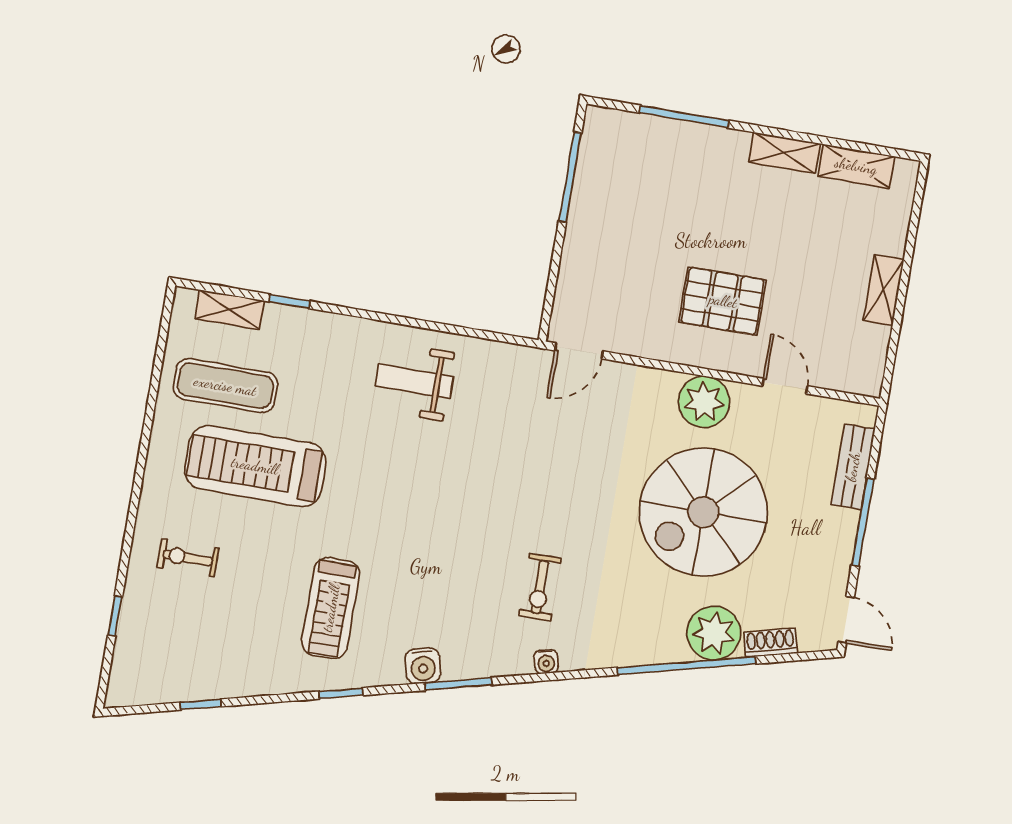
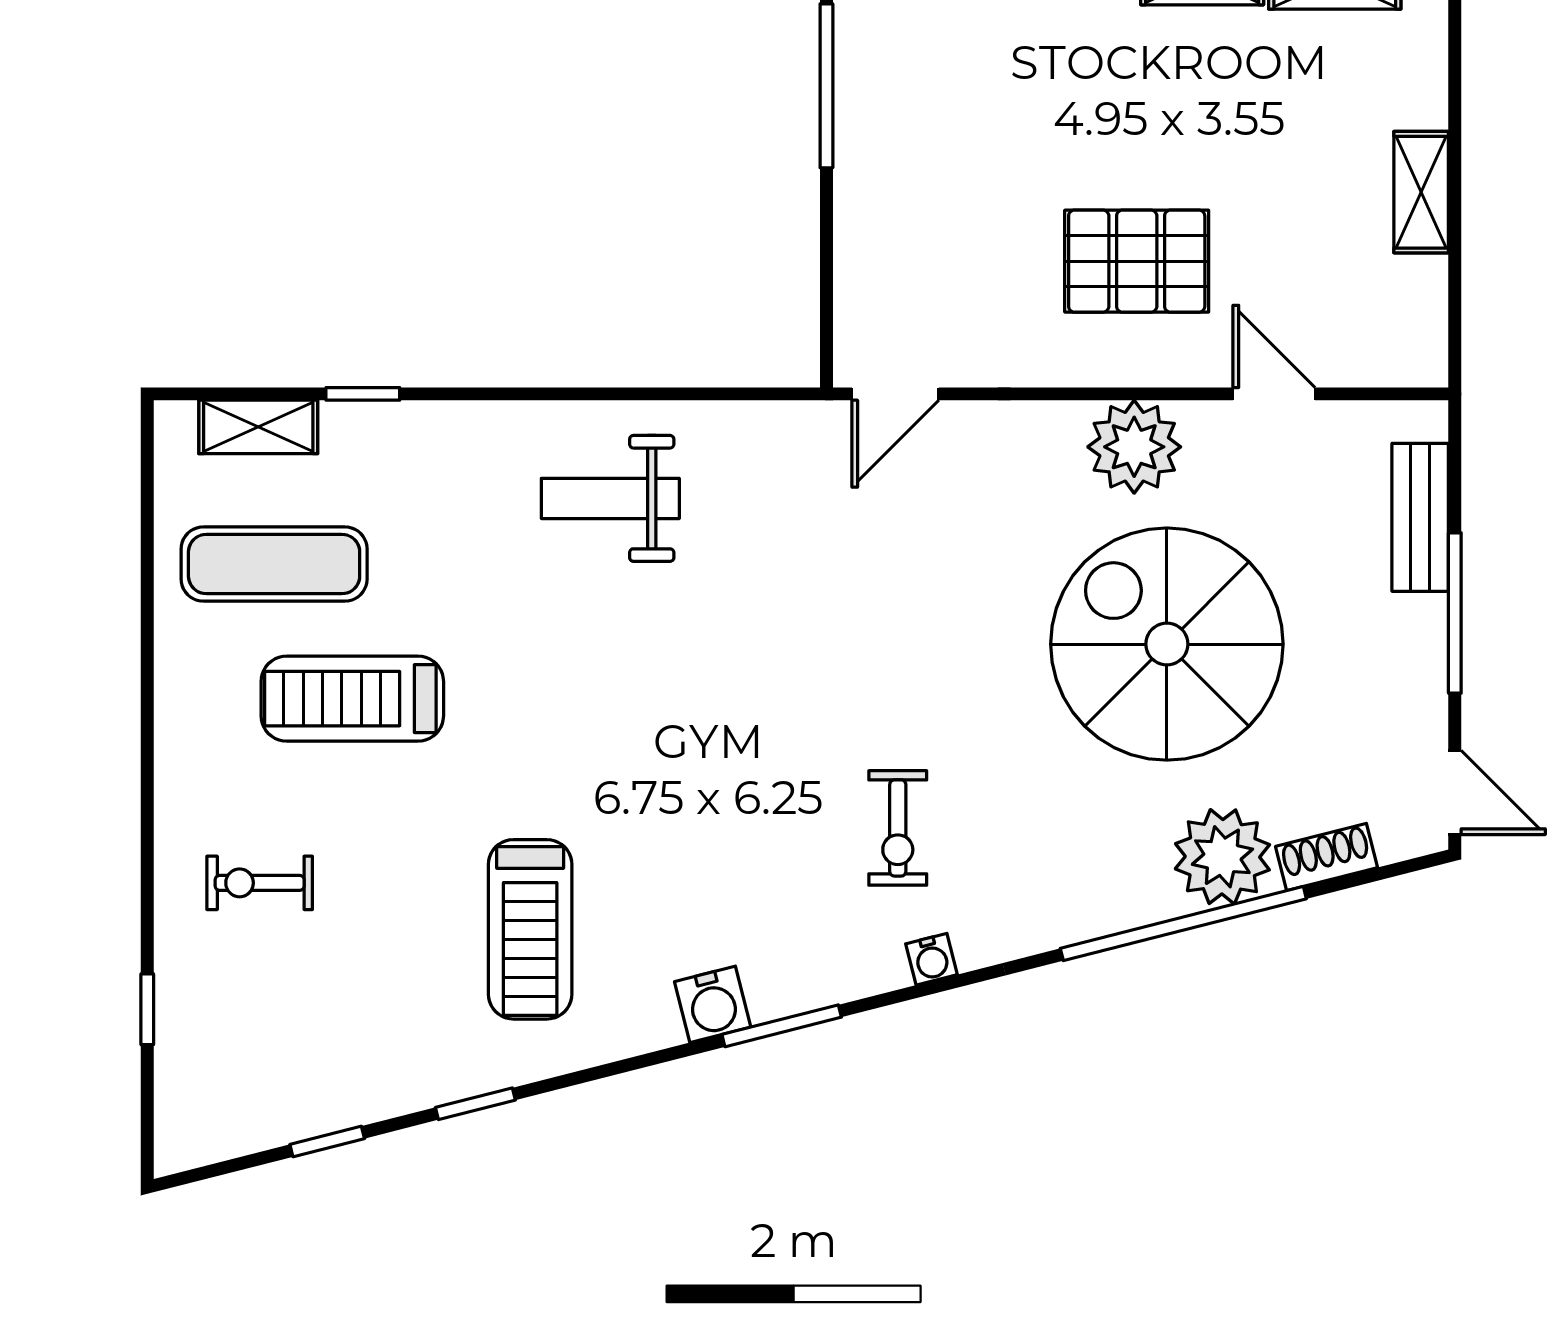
treadmill: (255, 466) -> (352, 699), width x0.73, depth x0.73
spiral stairs: (703, 512) -> (1167, 644), turned 90
window: (341, 693) -> (475, 1104), moved

